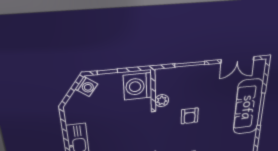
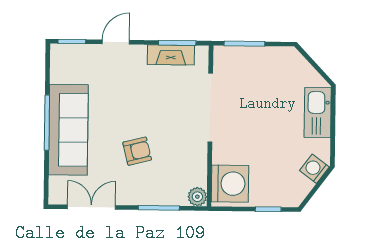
washing machine: (86, 87) -> (314, 169), moved
plant: (162, 101) -> (197, 197), moved
armchair: (190, 116) -> (137, 151), moved, turned 76

